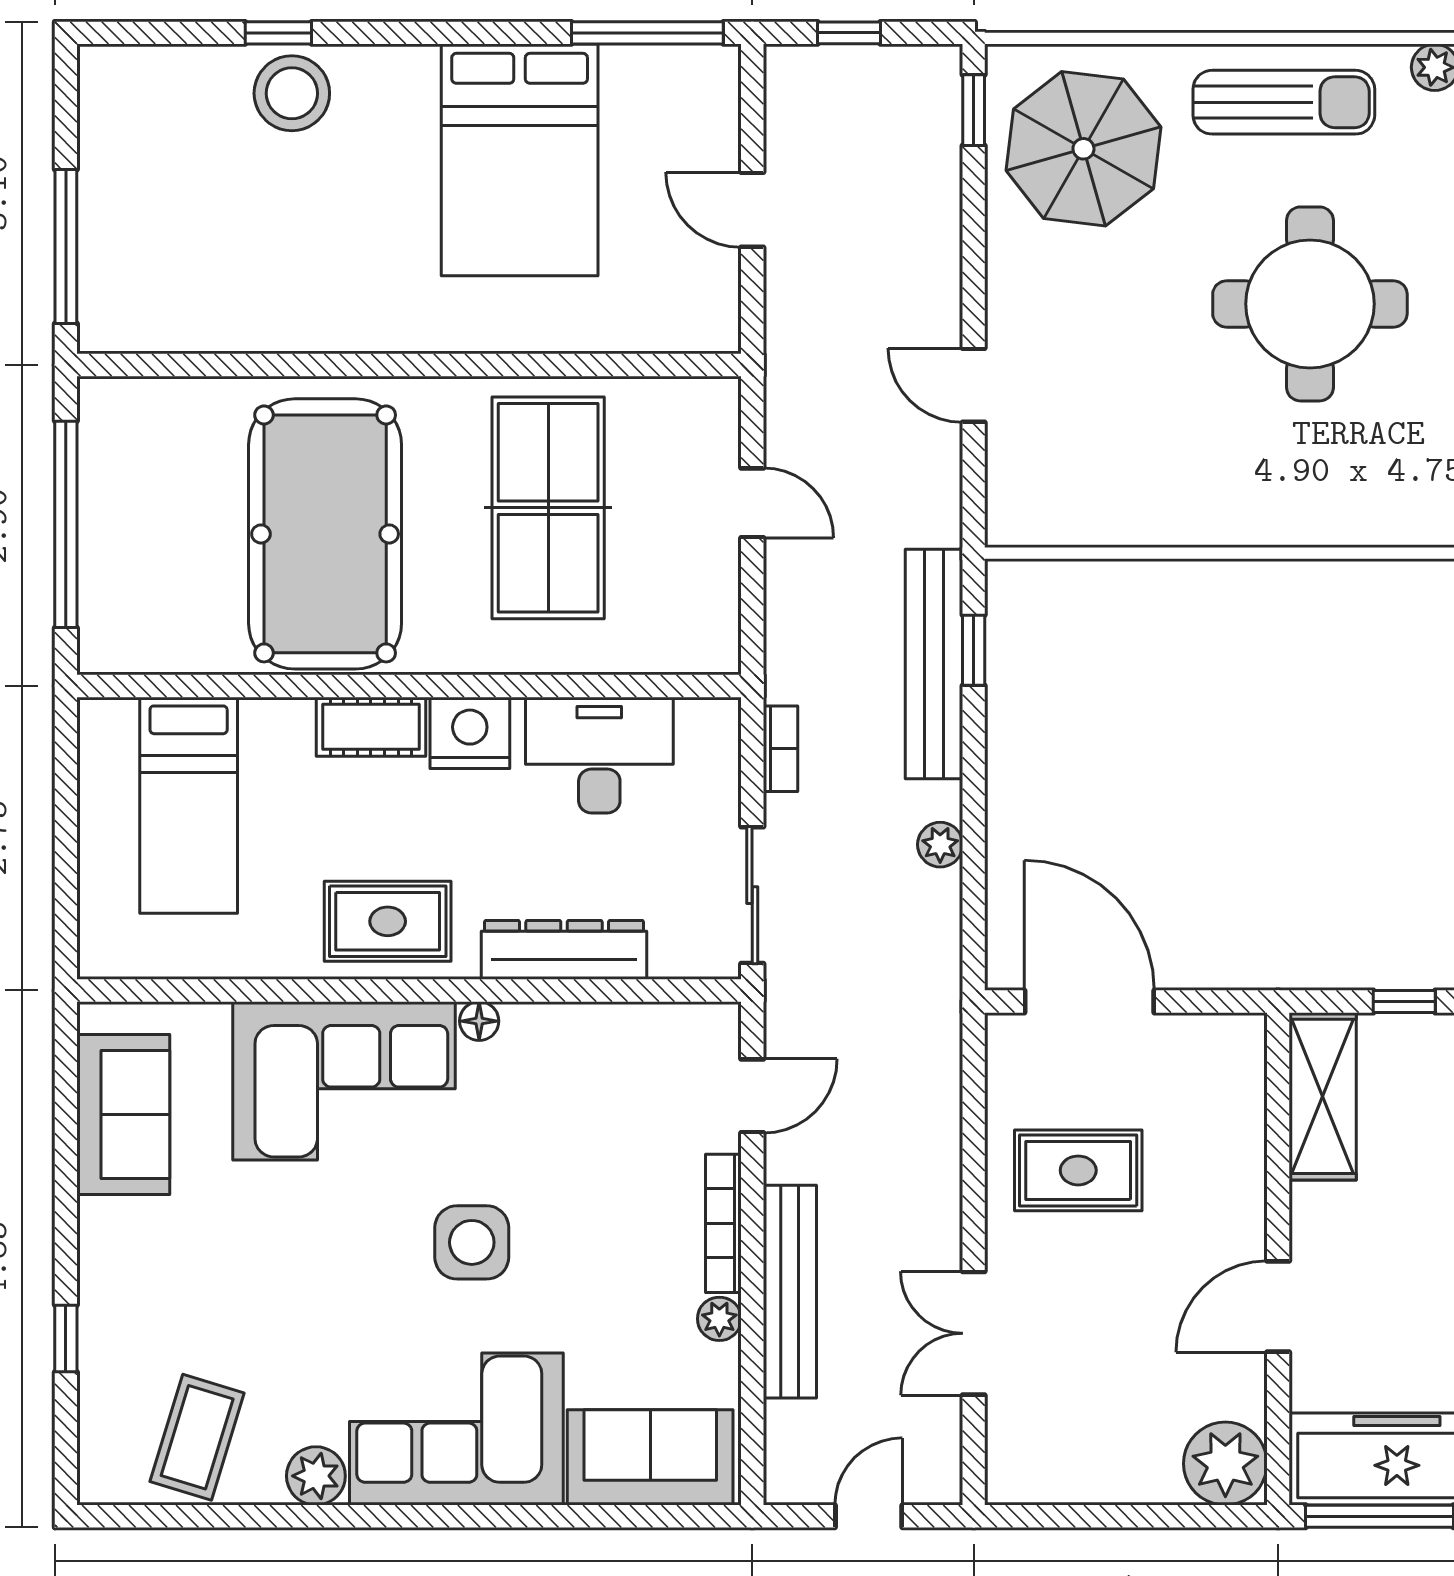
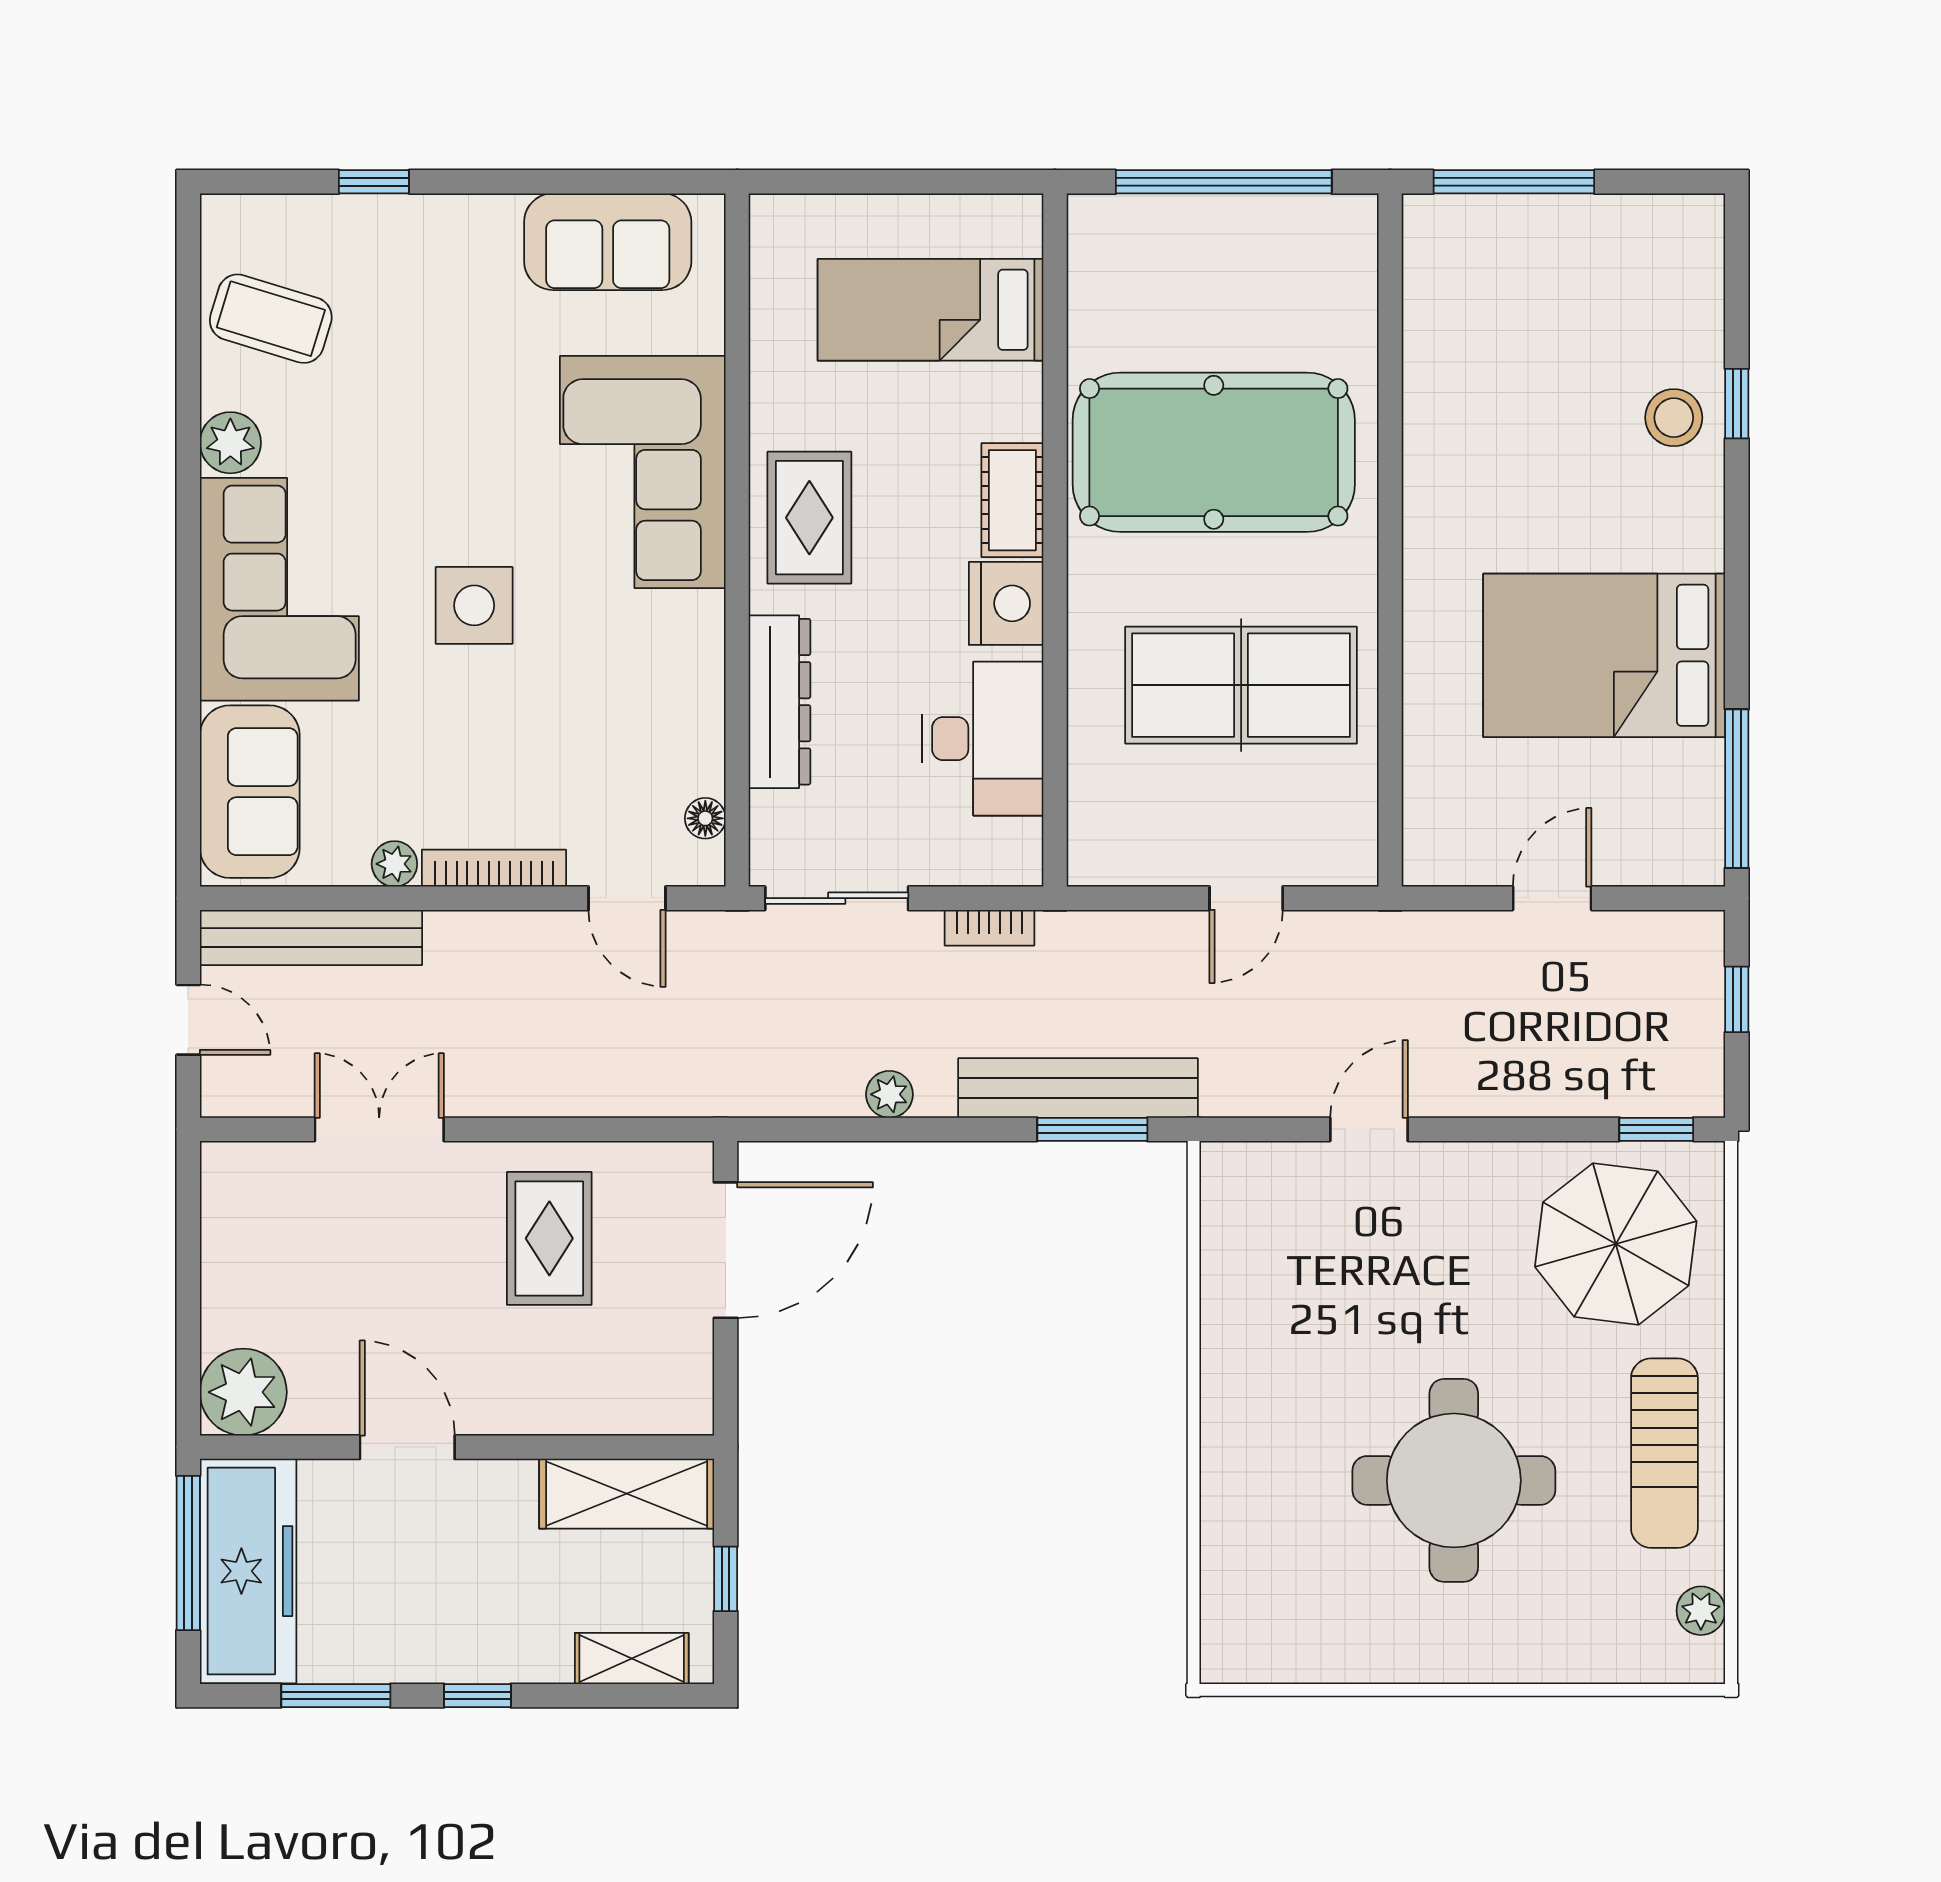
stool: (292, 93) -> (1674, 418), width x0.73, depth x0.73
window: (974, 650) -> (1092, 1129), width x1.50
floor lamp: (479, 1021) -> (705, 818), moved
bench: (790, 1292) -> (311, 937), moved

